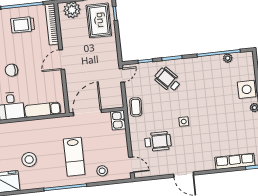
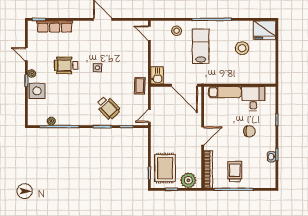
trolley: (23, 25) -> (235, 172), turned -90
door: (87, 113) -> (184, 85), hinge flipped
wheelchair: (158, 141) -> (66, 65), moved

